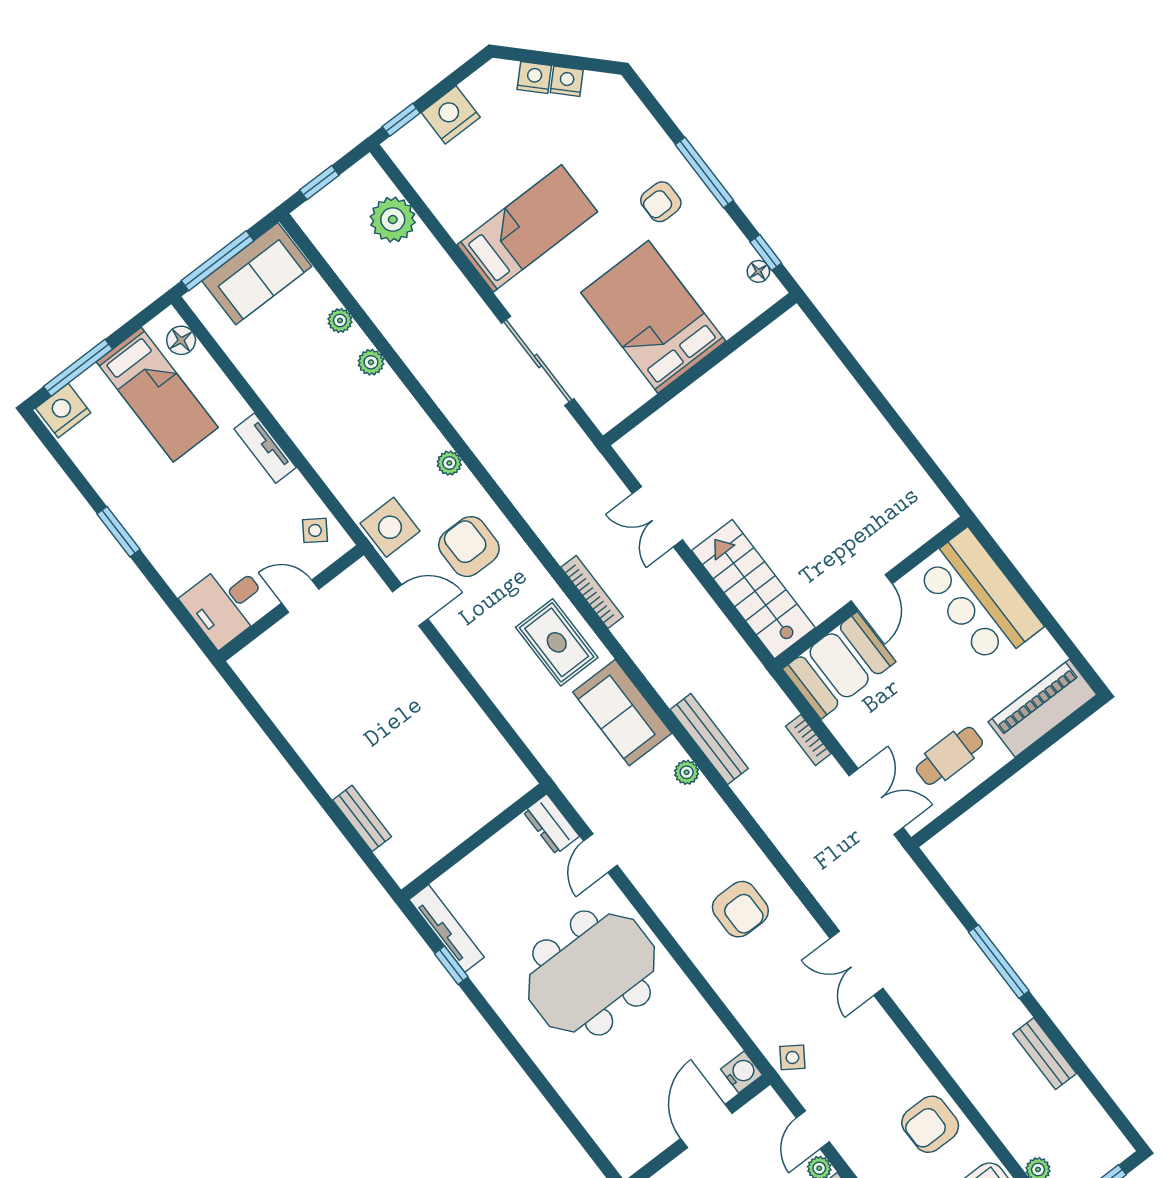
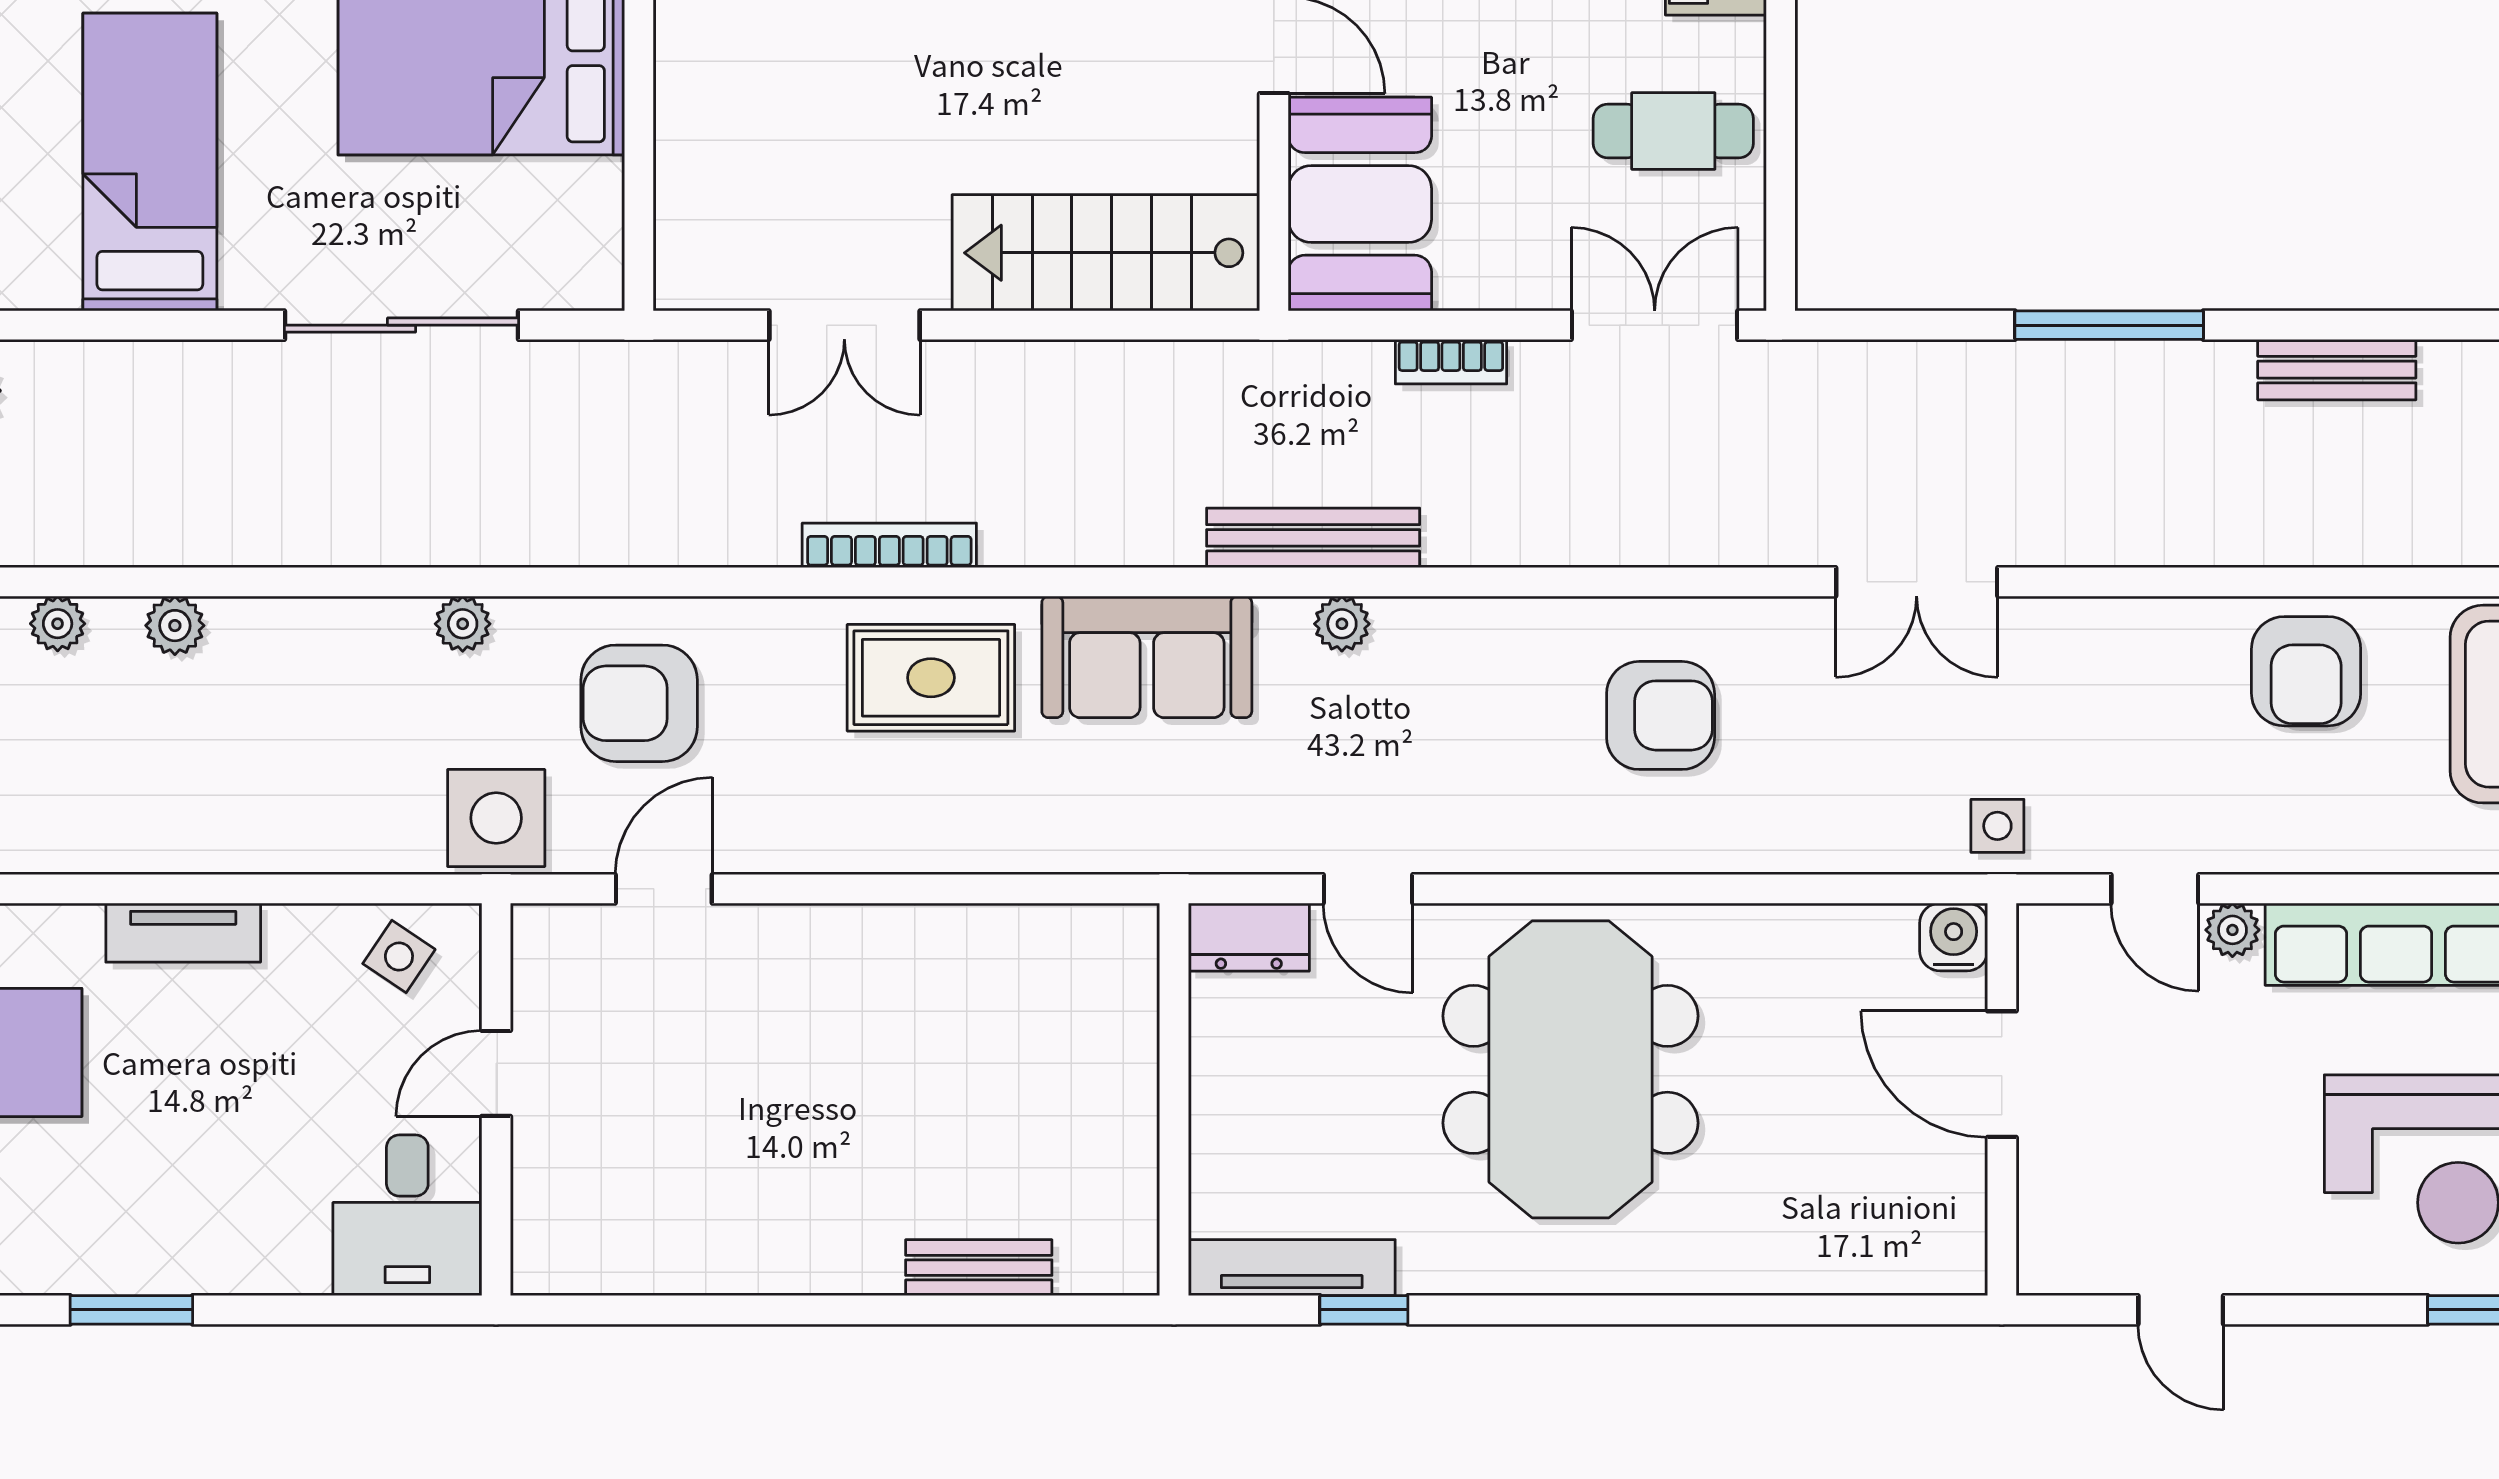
cafe table: (949, 756) -> (1673, 131), turned 90
side table: (792, 1057) -> (1997, 826), turned -34

